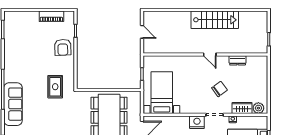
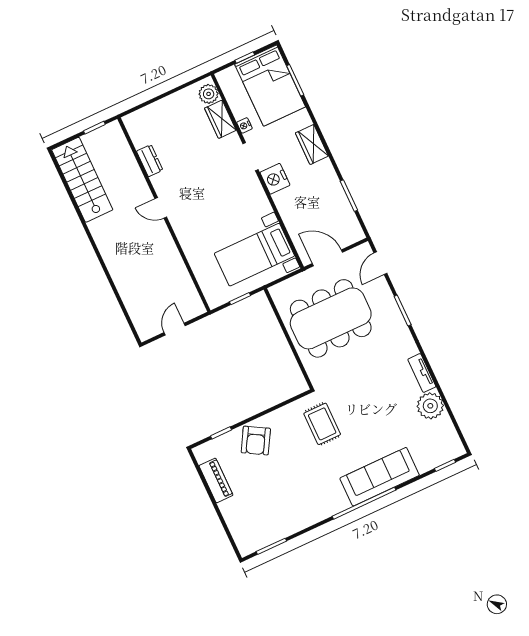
stairs: (215, 20) -> (82, 180), moved
armchair: (63, 47) -> (256, 441), turned 122
door: (210, 55) -> (161, 208), swing flipped
rug: (55, 87) -> (322, 424), turned 90
chair: (219, 89) -> (207, 168), removed

